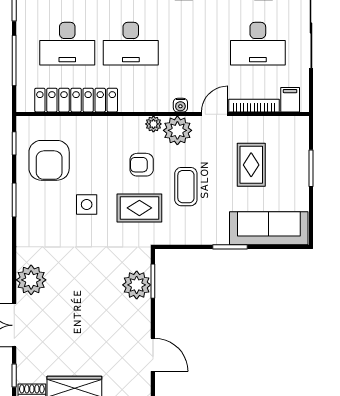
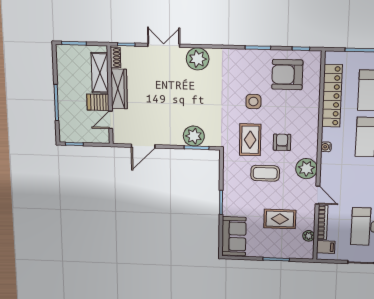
water cooler: (180, 105) -> (326, 147), moved
plant: (153, 124) -> (309, 236), moved
sofa: (269, 228) -> (234, 236), width x0.73

